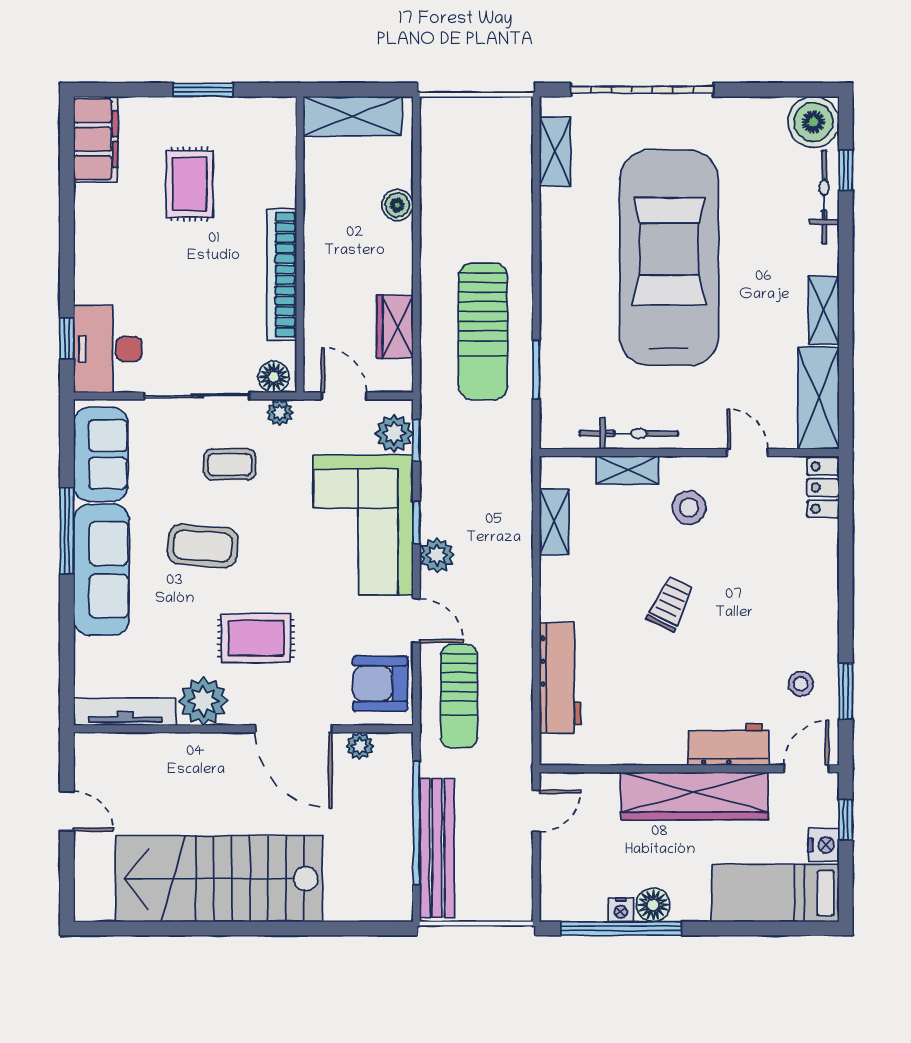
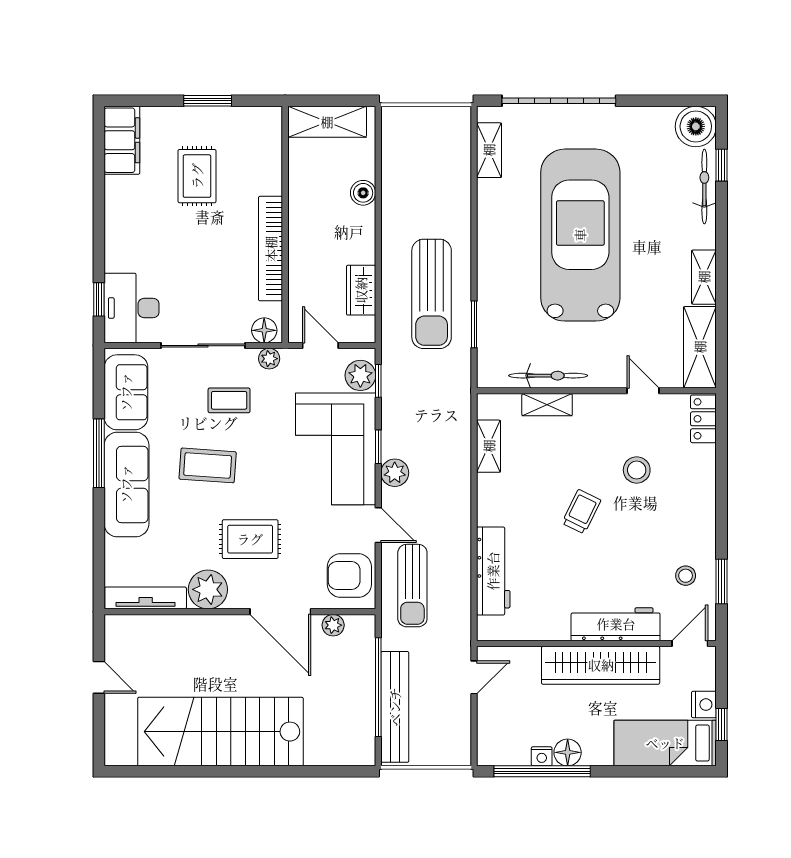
stool: (689, 507) -> (637, 470), moved
workbench: (728, 745) -> (616, 624), width x1.38
window: (846, 820) -> (722, 724), moved

